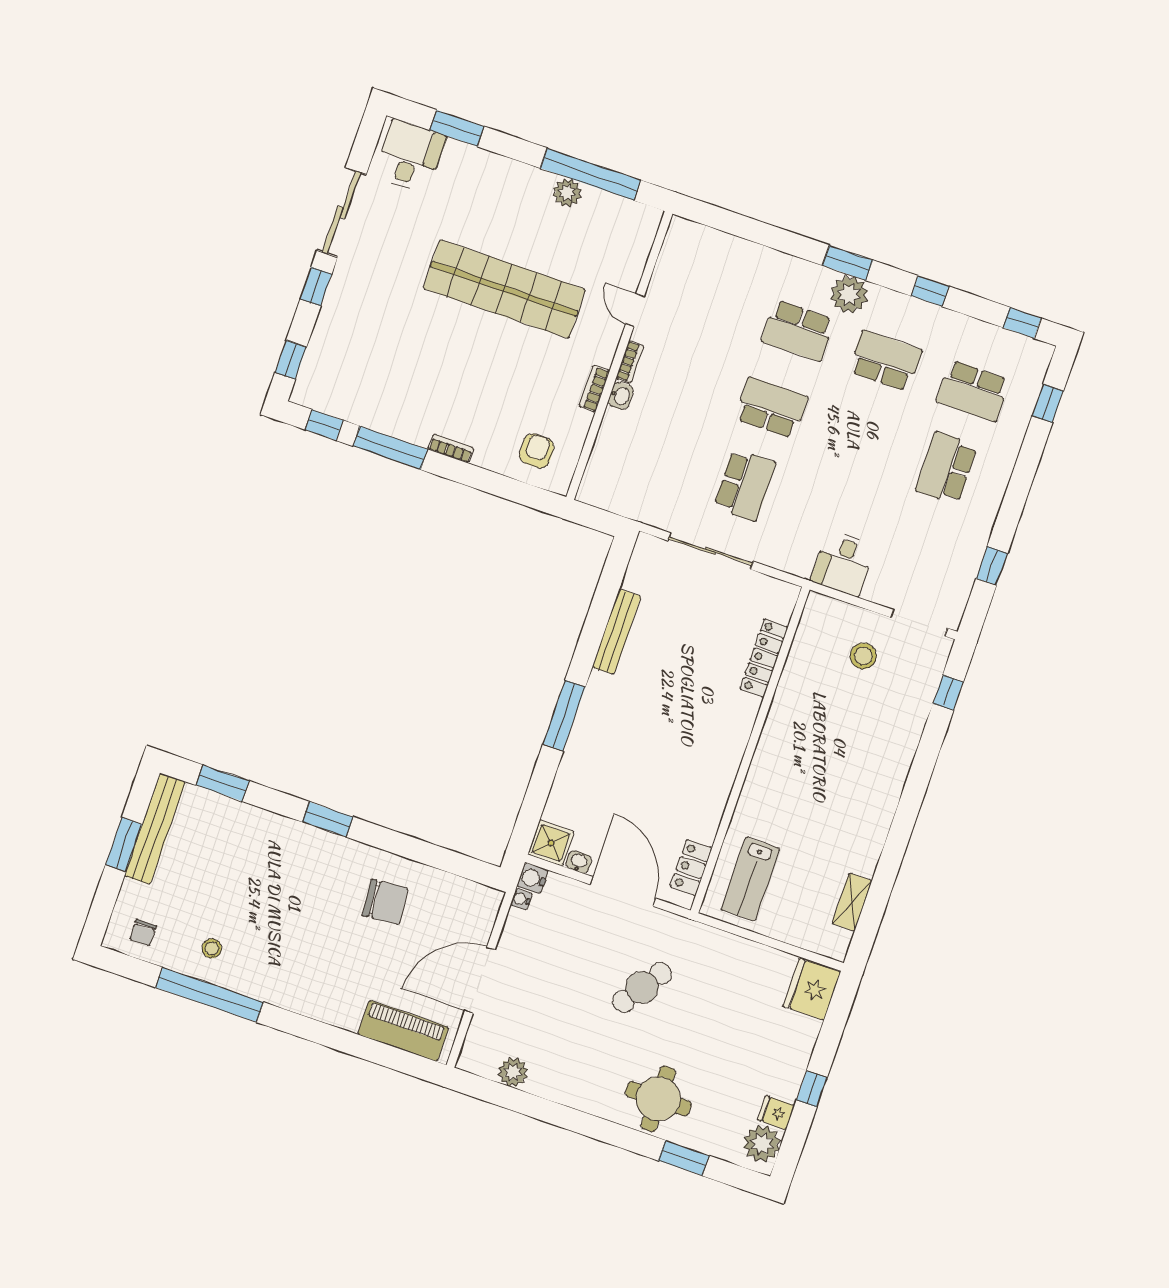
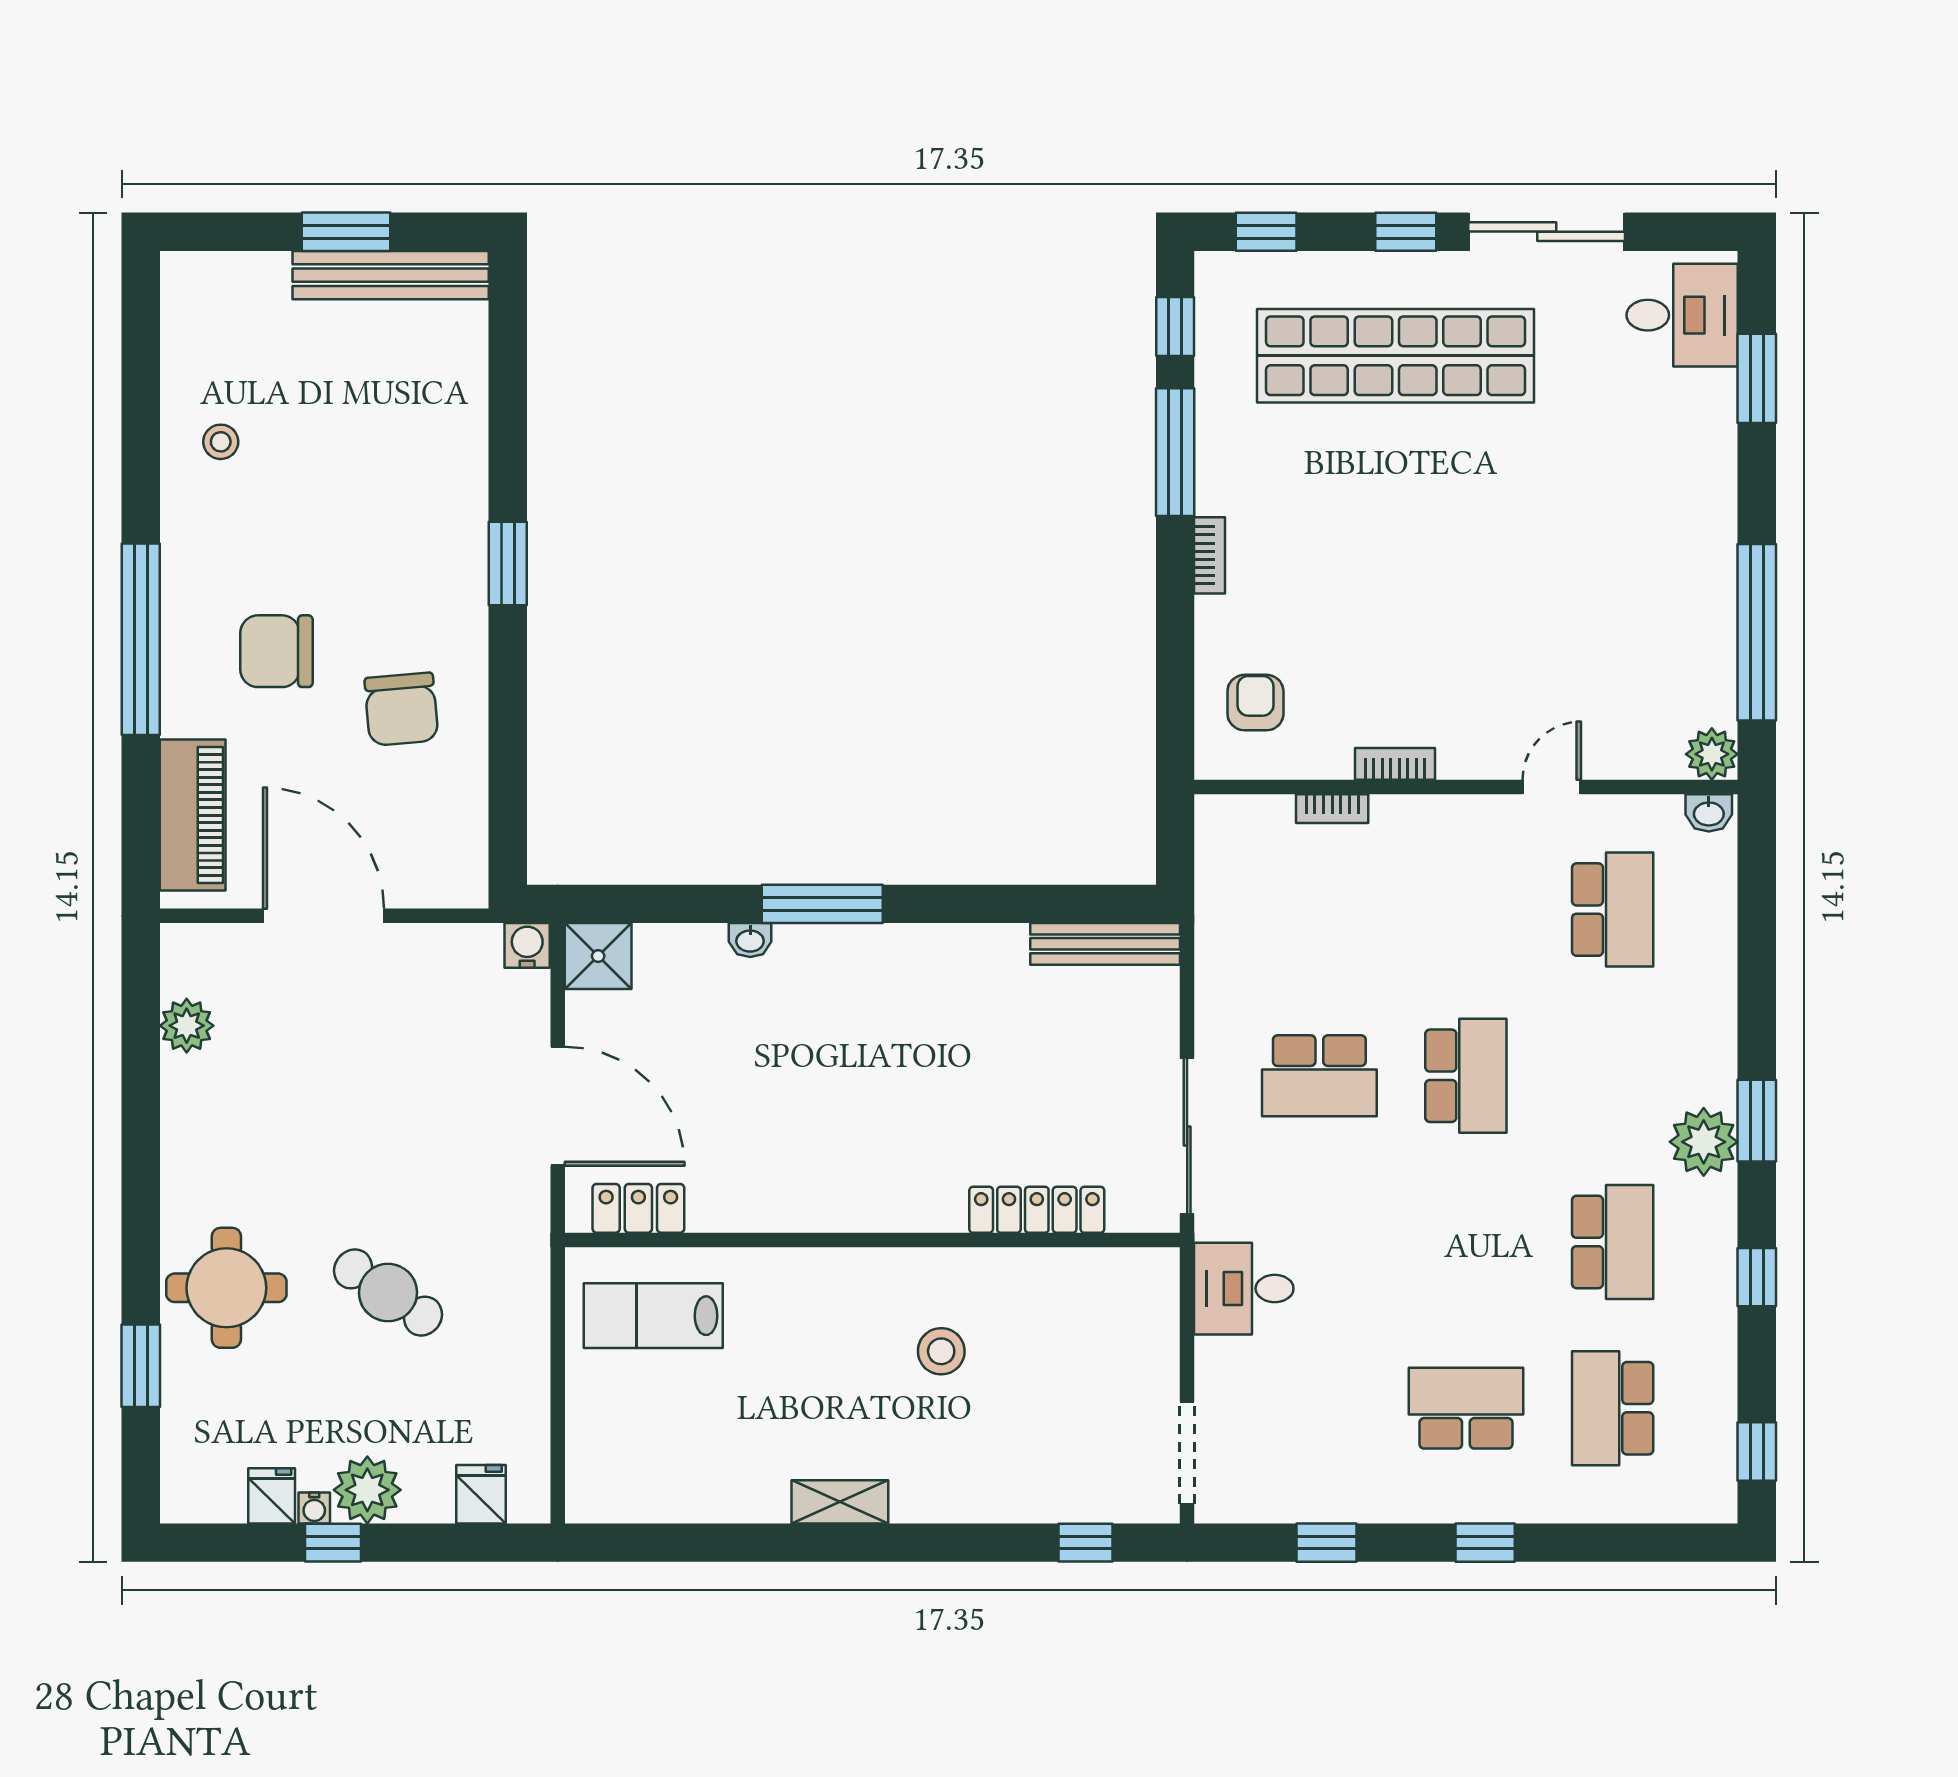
plant: (567, 193) -> (1712, 754), moved
shop shelf: (504, 289) -> (1396, 356), moved, turned 90
school desk: (798, 331) -> (1613, 910), moved, turned 180
bookcase: (630, 362) -> (1332, 809), moved
washbasin: (621, 396) -> (1709, 813), moved
window: (1048, 403) -> (1485, 1543), moved
armchair: (537, 451) -> (1255, 703), turned -90
sliding door: (710, 551) -> (1187, 1136), moved
bench: (617, 632) -> (1105, 944), moved
stool: (863, 656) -> (941, 1351), moved
window: (223, 783) -> (508, 364), removed
washbasin: (579, 862) -> (750, 940), moved, turned 90
door: (623, 891) -> (558, 1106), hinge flipped
water cooler: (521, 899) -> (314, 1508), moved, turned 180
shelving: (852, 902) -> (840, 1502), moved
chair: (143, 933) -> (276, 651), moved, width x1.87, depth x1.87
cafe table: (642, 988) -> (388, 1293), moved
fridge: (812, 989) -> (481, 1494), width x0.53, depth x0.75
window: (209, 995) -> (141, 639), moved
plant: (762, 1144) -> (367, 1490), moved

